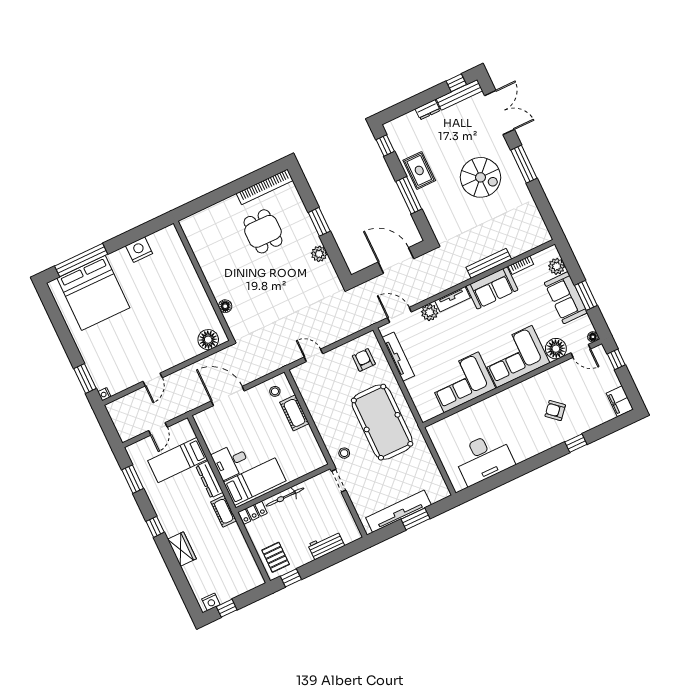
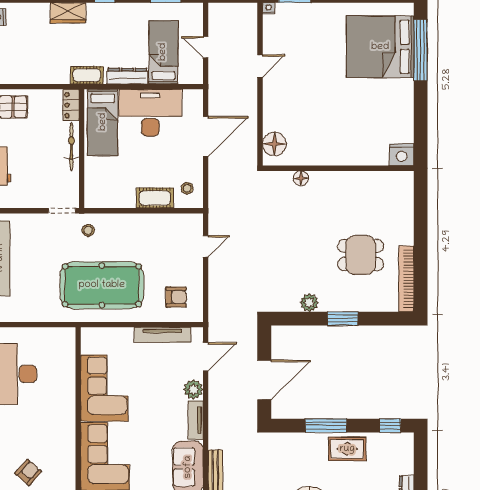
nightstand: (139, 250) -> (402, 155), moved, turned 90
door: (153, 380) -> (260, 66), swing flipped
desk: (231, 461) -> (150, 113), width x1.87, depth x1.30

